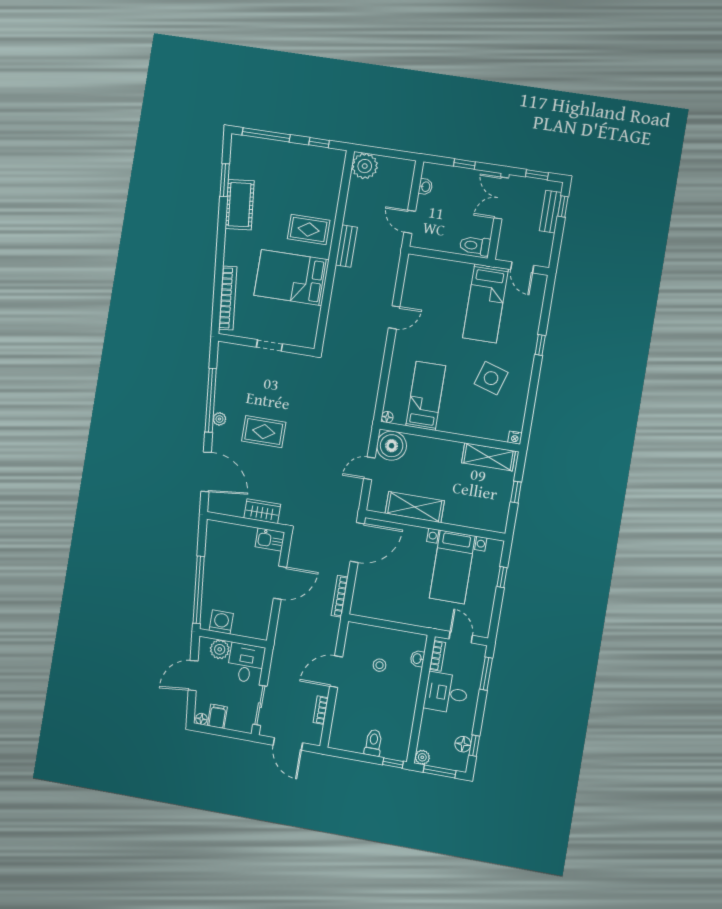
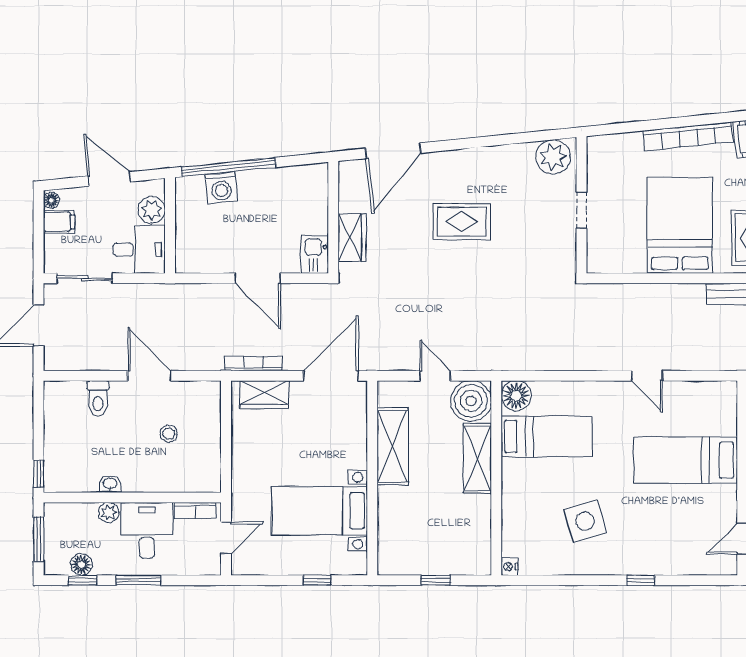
bookcase: (228, 298) -> (688, 136), moved
bed: (485, 303) -> (686, 460), moved
side table: (491, 378) -> (585, 521), turned -33
window: (211, 400) -> (493, 141), removed
floor lamp: (387, 417) -> (516, 396), width x1.89, depth x1.89
plant: (219, 419) -> (553, 157), moved, width x1.87, depth x1.87
rug: (264, 432) -> (462, 222), turned 90
shelving: (488, 457) -> (477, 458), moved
door: (357, 542) -> (331, 376), swing flipped
wardrobe: (363, 592) -> (264, 395), added
washing machine: (221, 622) -> (221, 188), moved, turned 84
washbasin: (417, 659) -> (110, 484), moved
window: (486, 674) -> (139, 580), moved
bookcase: (321, 710) -> (93, 363), removed
toilet: (373, 743) -> (98, 399), moved, turned 90
plant: (422, 757) -> (109, 512), moved

